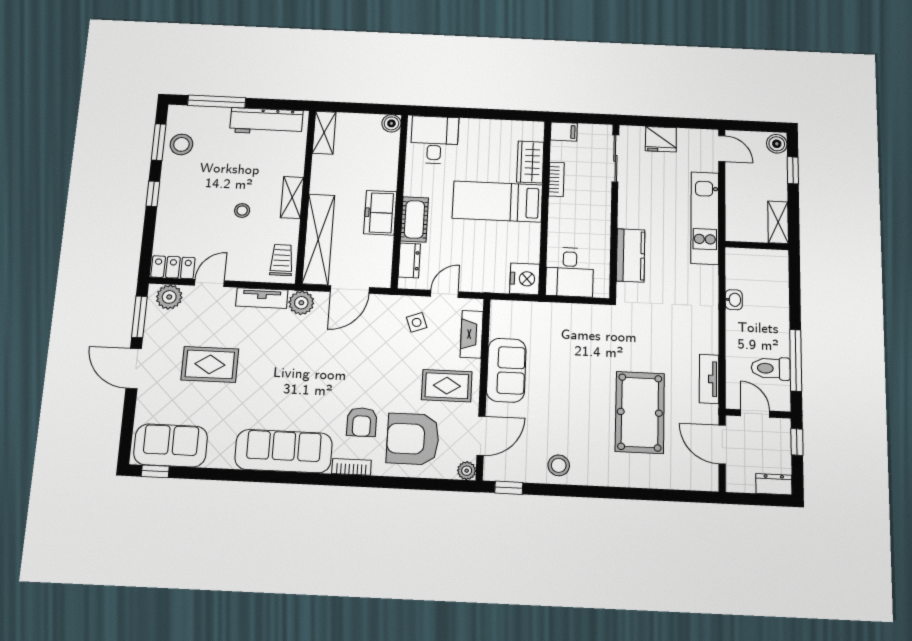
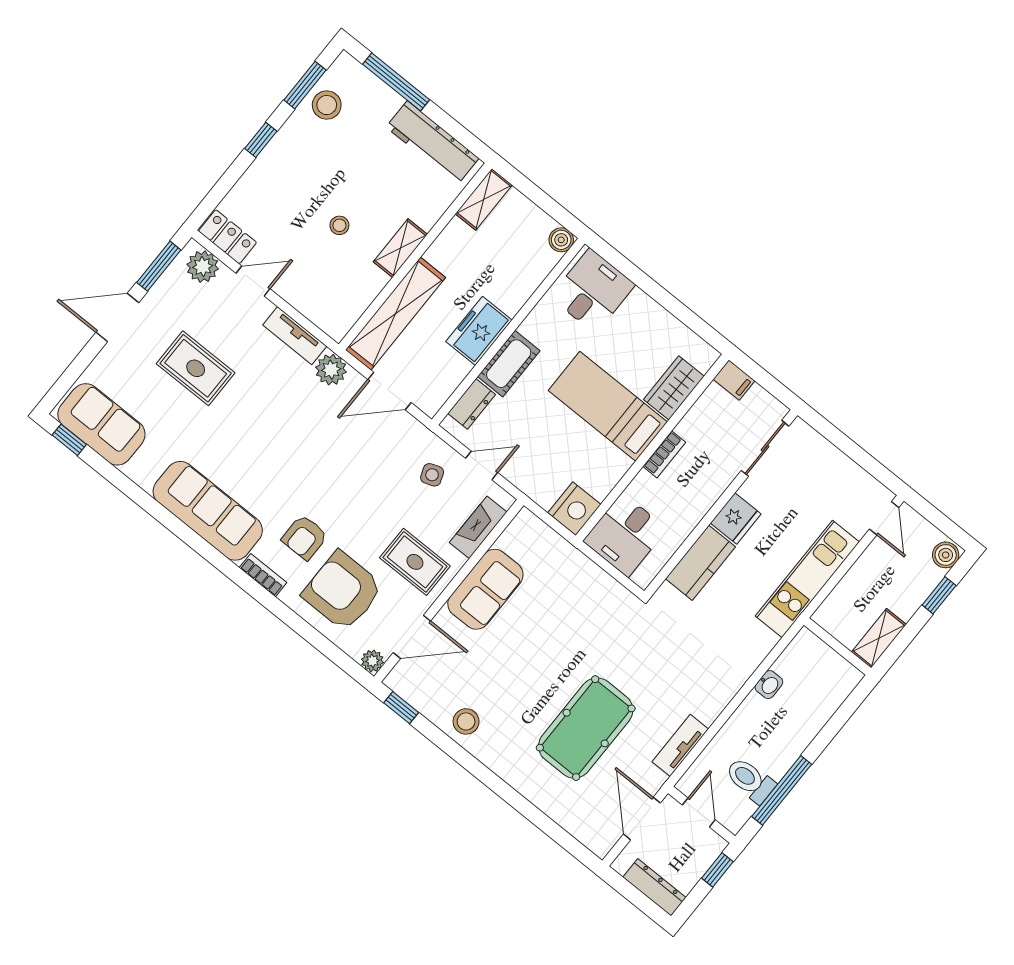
fridge: (661, 139) -> (736, 518), moved, turned -90
bookcase: (556, 179) -> (664, 454), moved
trolley: (282, 260) -> (343, 309), removed
door: (134, 369) -> (117, 318), hinge flipped
dresser: (774, 484) -> (654, 887), width x1.44

